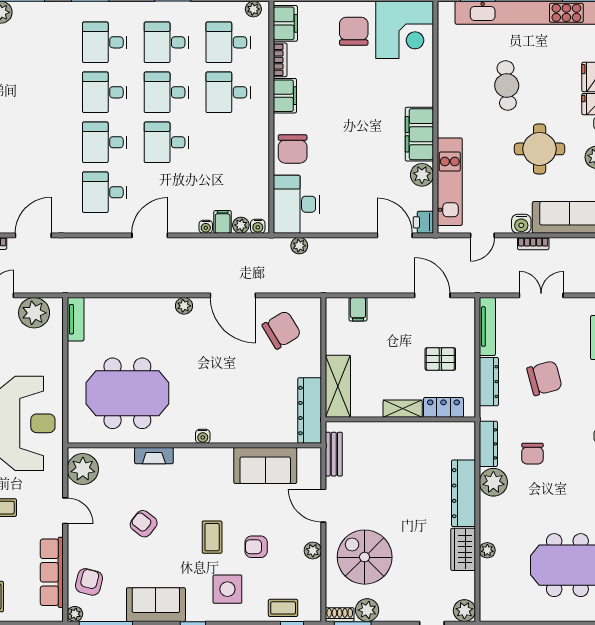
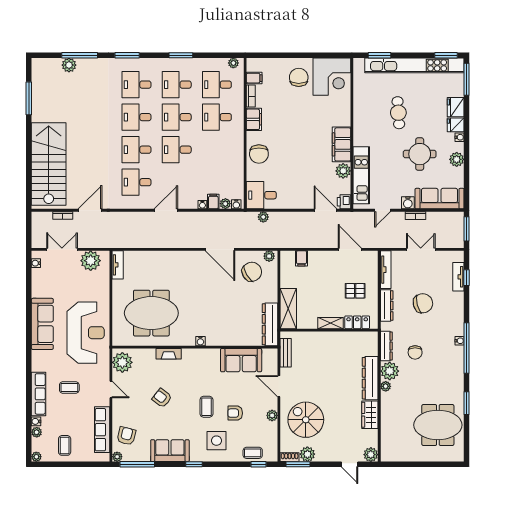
filing cabinet: (285, 23) -> (254, 78), width x0.50
desk: (296, 204) -> (261, 195), width x0.73
plant: (184, 306) -> (269, 256), moved
plant: (487, 550) -> (386, 386), moved

